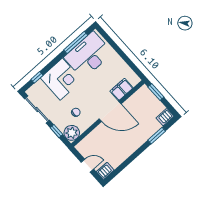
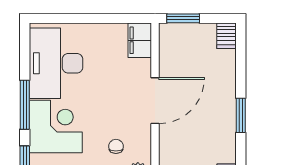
window: (76, 42) -> (25, 105), moved
filing cabinet: (121, 90) -> (140, 40), moved
window: (157, 136) -> (241, 115), moved

